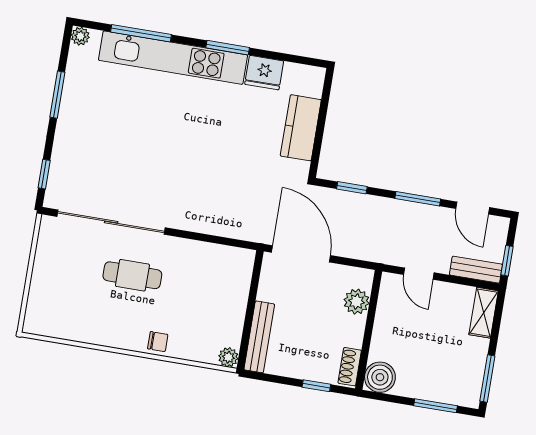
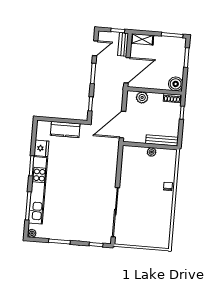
door: (419, 274) -> (127, 70), width x1.87
cafe table: (132, 275) -> (139, 200), removed
plant: (228, 357) -> (152, 152), moved

